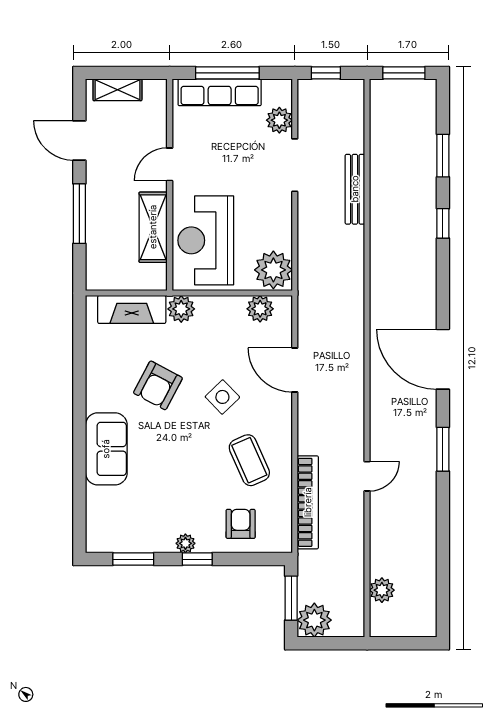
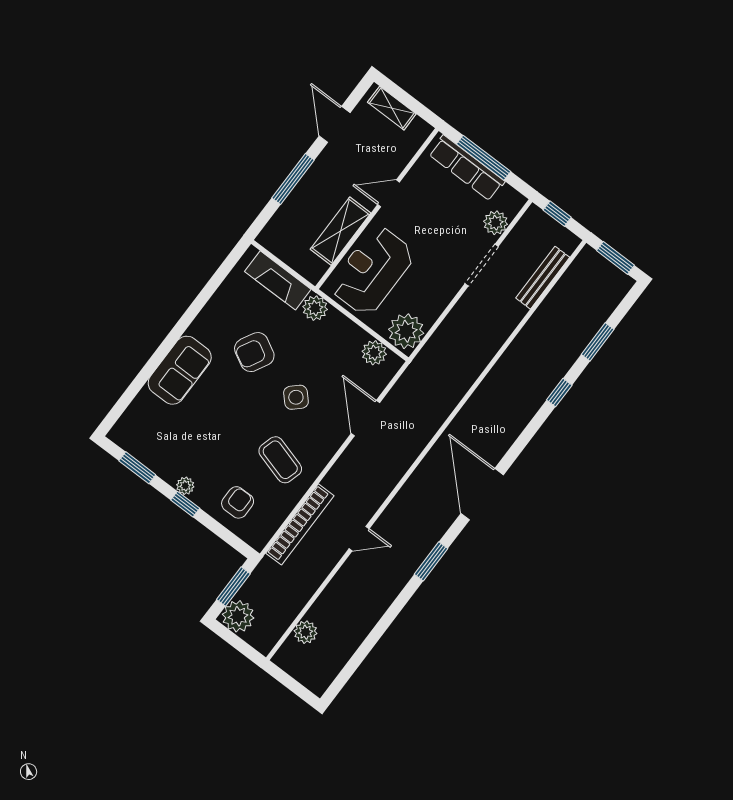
bench: (355, 189) -> (543, 278), moved
coffee table: (249, 460) -> (280, 460), turned -50

